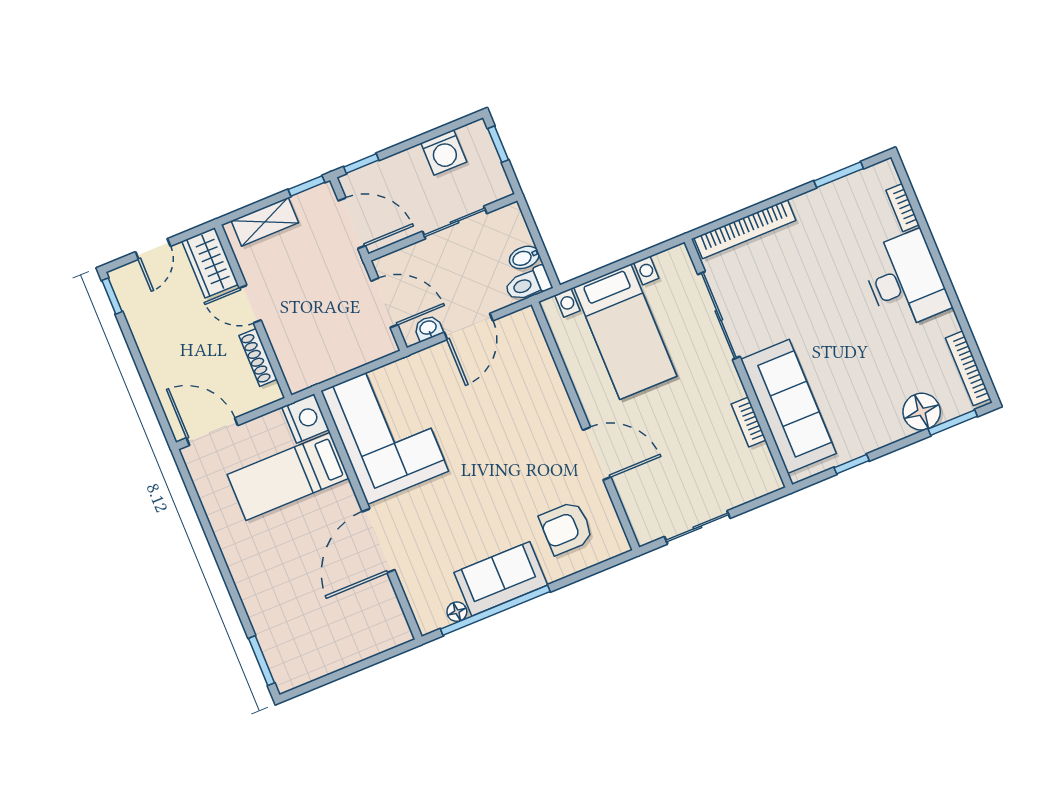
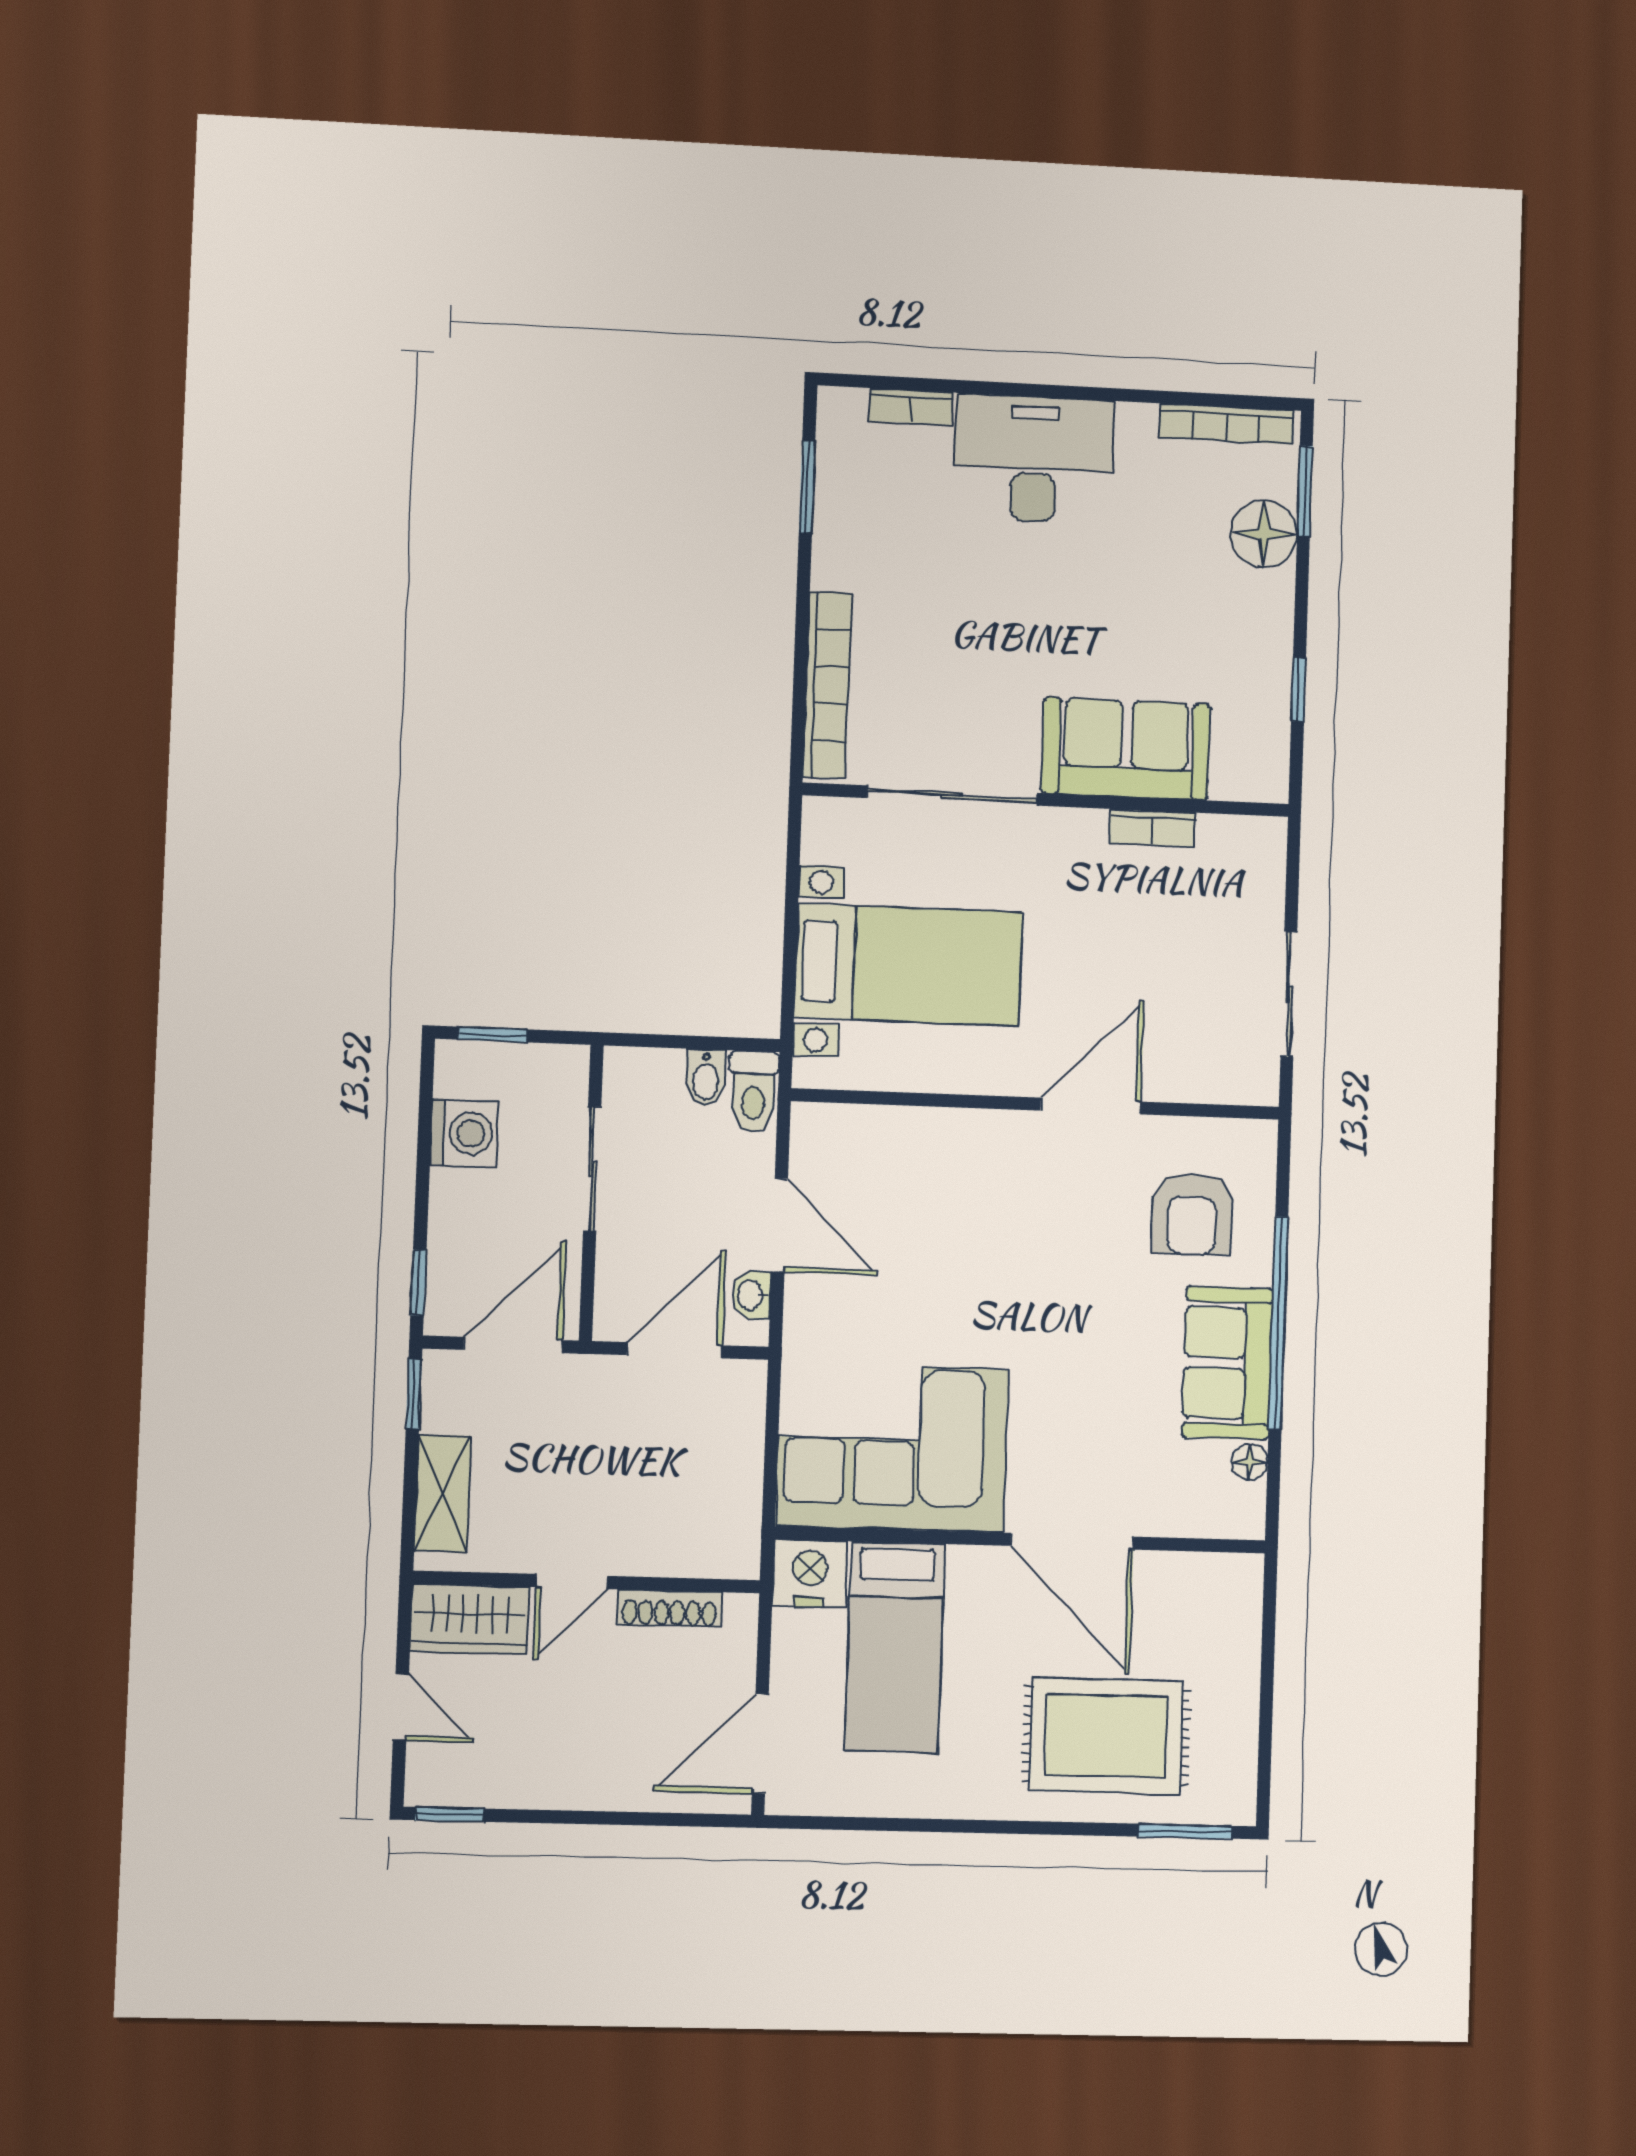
sofa: (788, 406) -> (1126, 749), width x0.73
rug: (291, 601) -> (1106, 1736), added
window: (495, 610) -> (1278, 1323), moved

